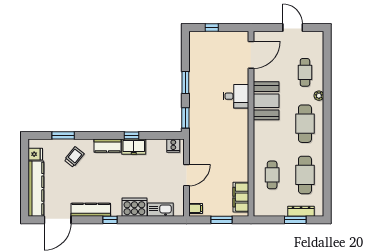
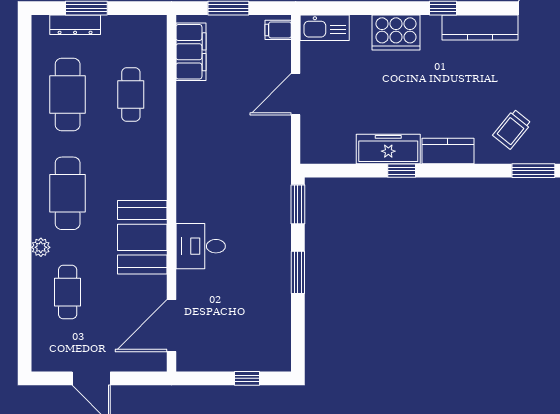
cooker: (173, 146) -> (321, 151), removed
freezer: (134, 147) -> (388, 149), width x1.40
kitchen sink: (160, 210) -> (325, 28), moved

